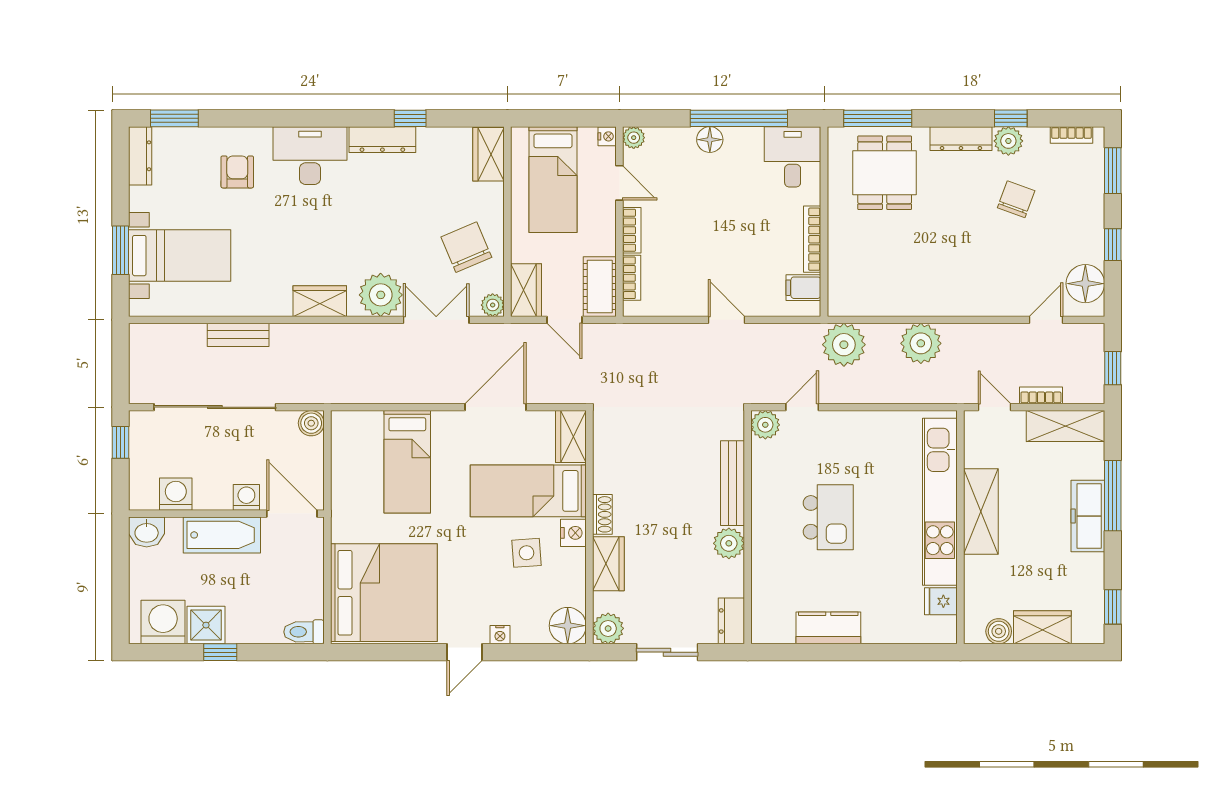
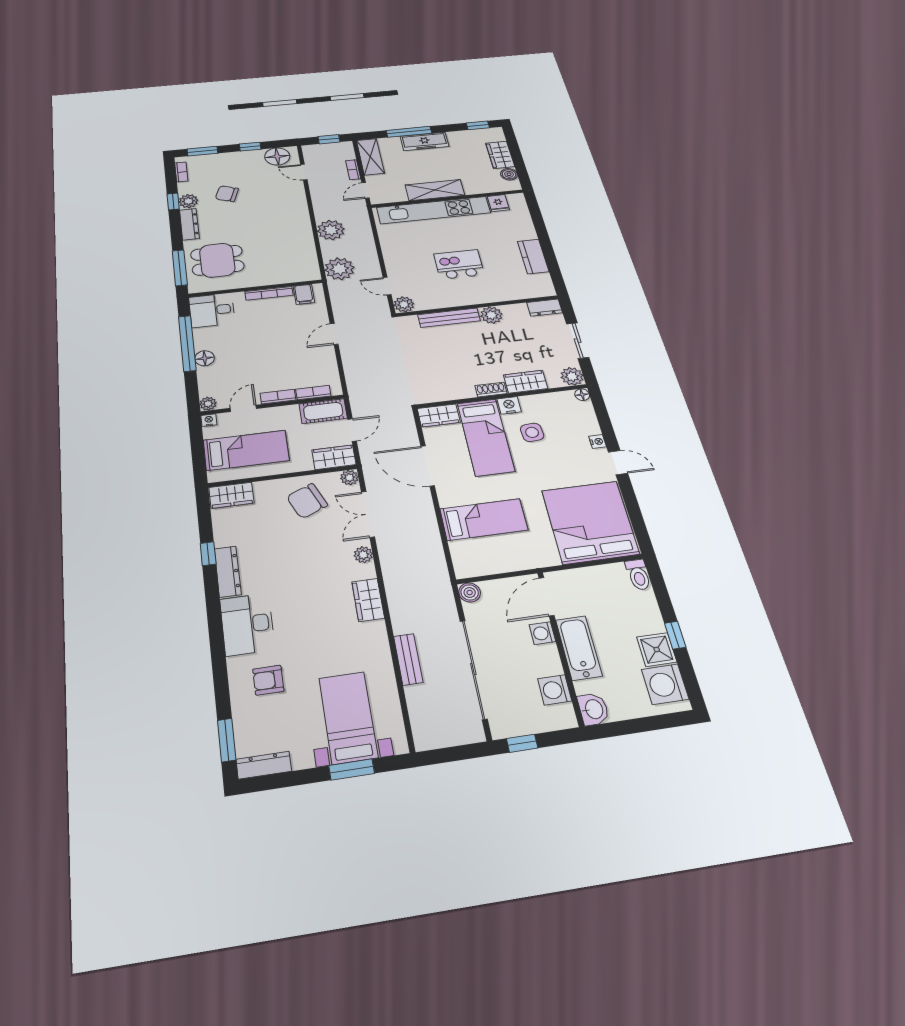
plant: (381, 295) -> (363, 555), width x0.53, depth x0.53
floor lamp: (568, 626) -> (582, 395), width x0.53, depth x0.53

